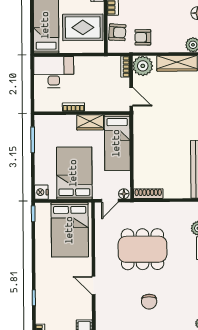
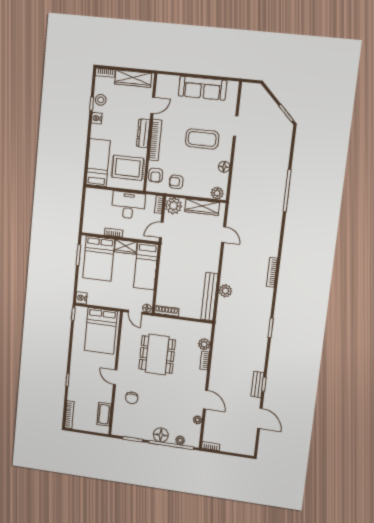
armchair: (117, 32) -> (156, 175), turned 86
desk: (54, 72) -> (128, 205), moved
door: (131, 97) -> (161, 230), swing flipped
bed: (74, 173) -> (99, 259), moved, turned 180
door: (110, 201) -> (135, 312), hinge flipped
dining table: (143, 249) -> (157, 355), turned 90
chair: (149, 302) -> (132, 398), moved

